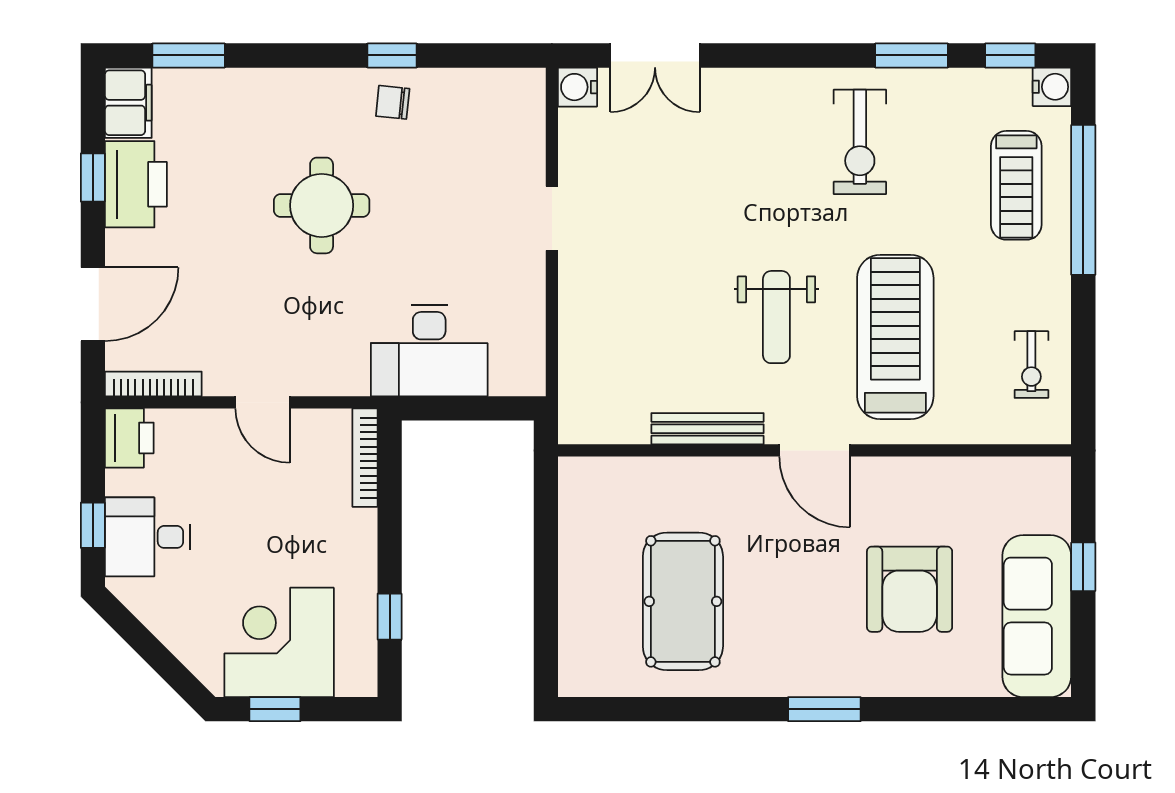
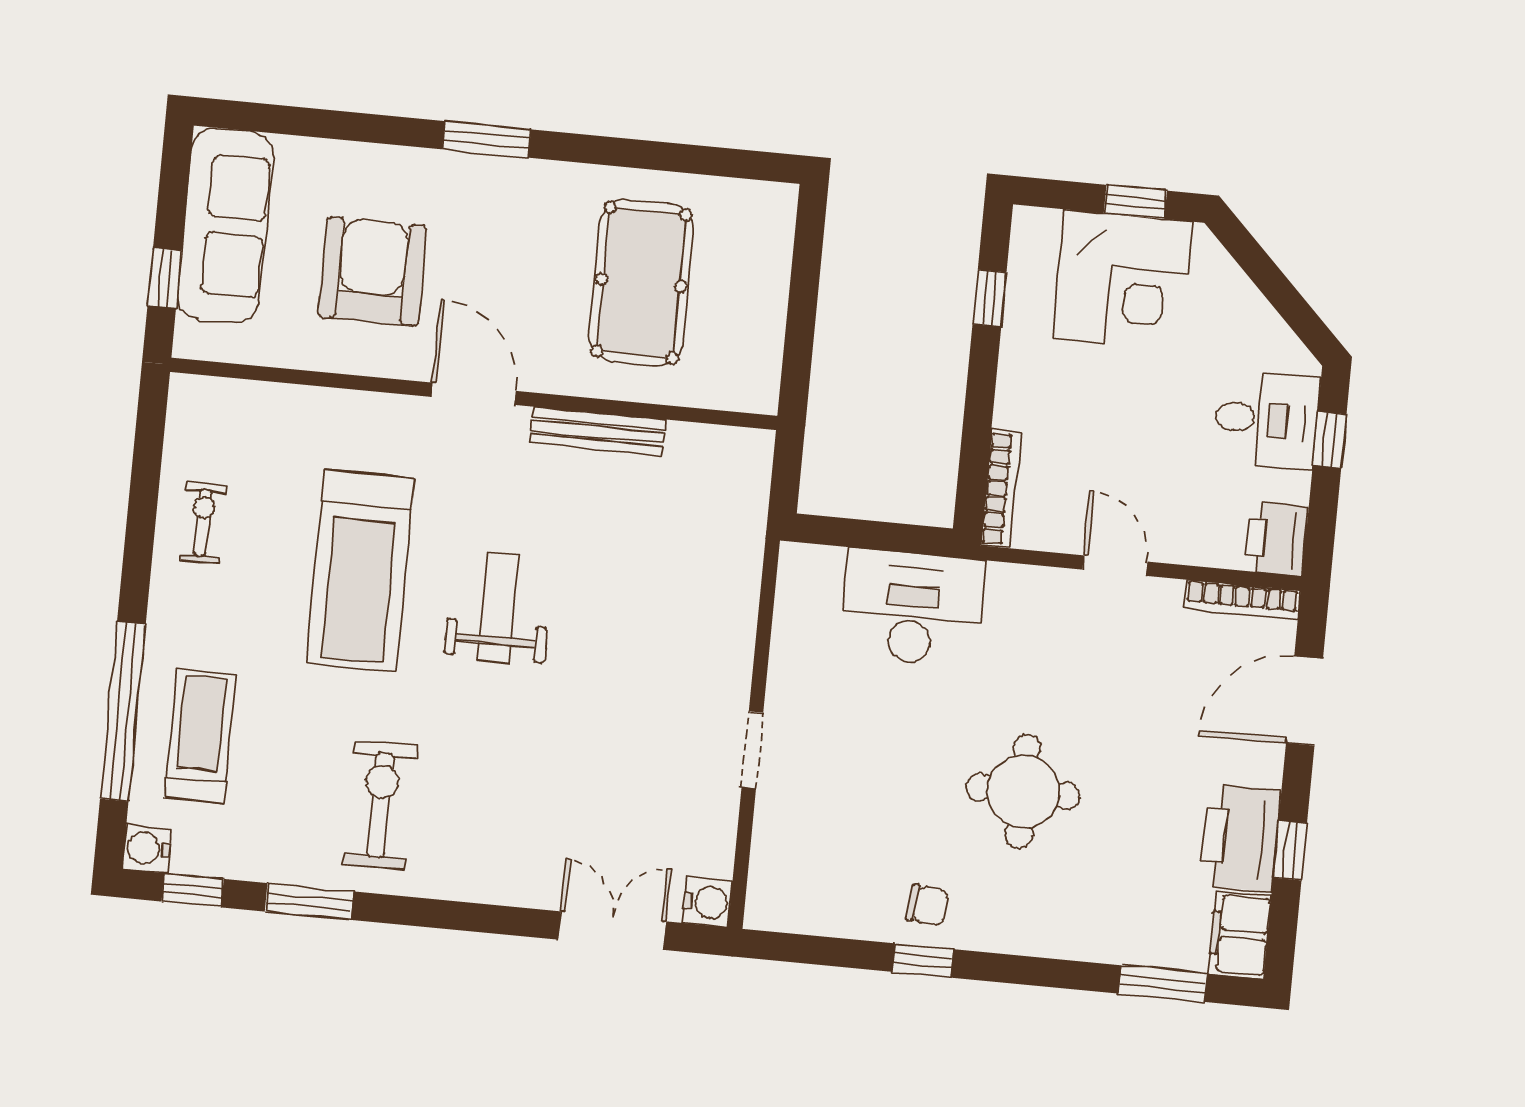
bench: (707, 429) -> (598, 432), moved
door: (815, 450) -> (473, 394), moved
wall: (815, 450) -> (474, 394), moved

